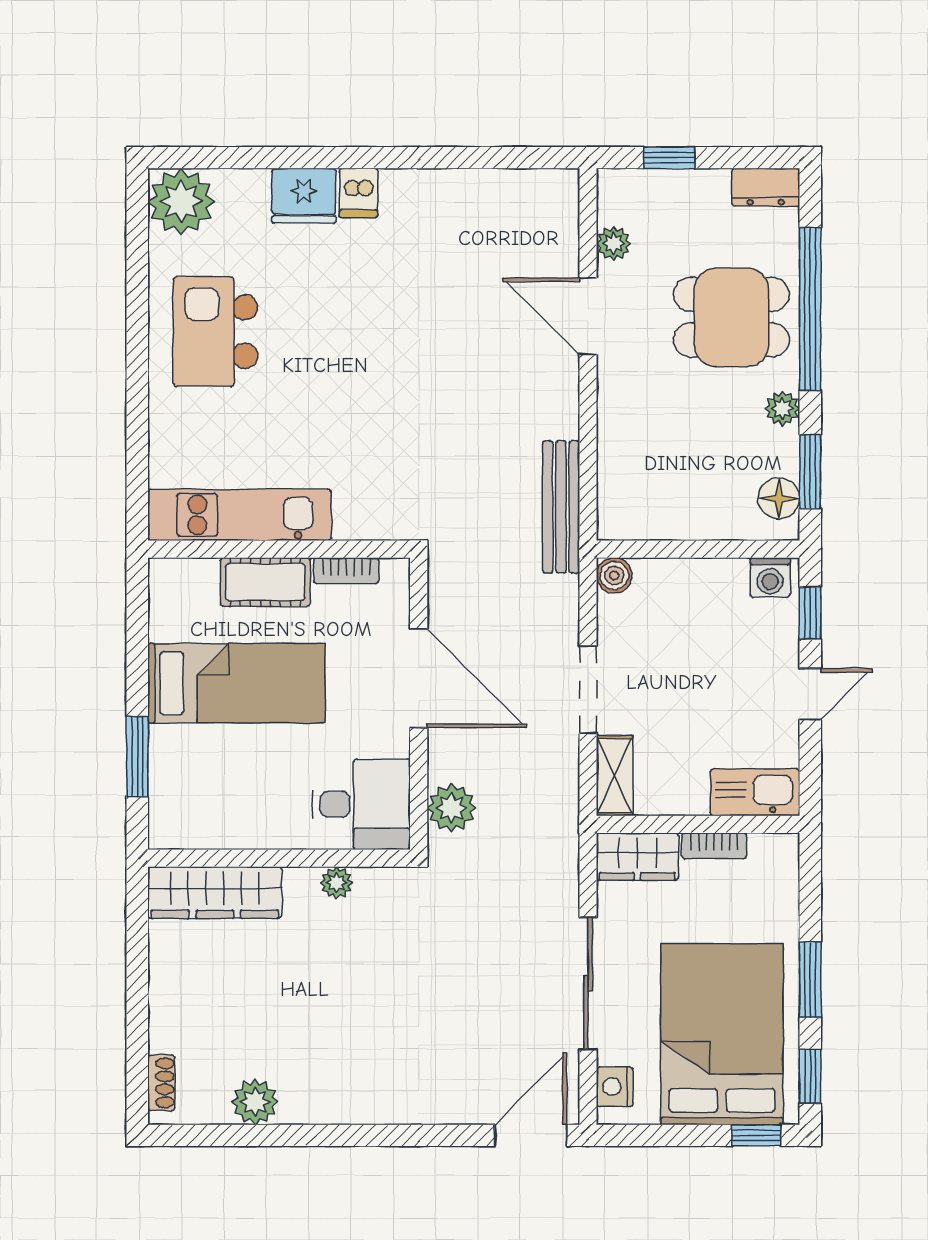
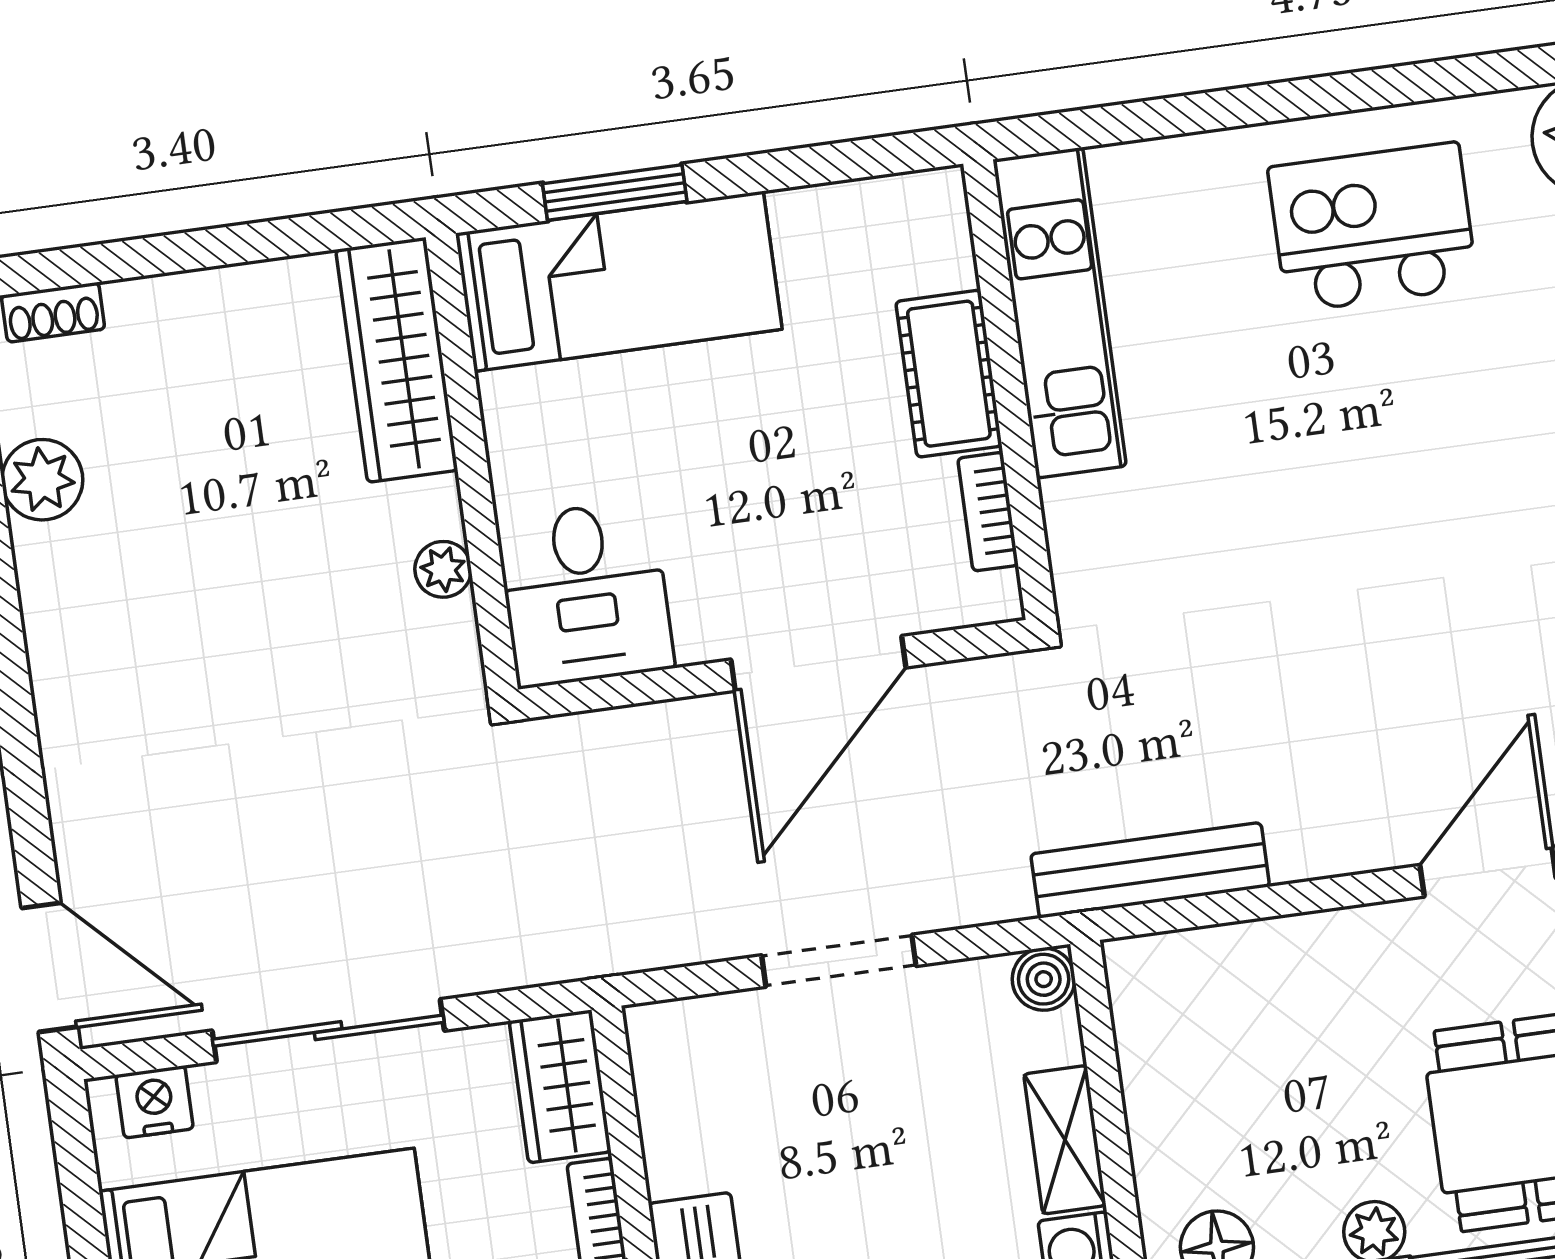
bed: (236, 683) -> (619, 281), moved, turned -90
shelving: (615, 775) -> (1065, 1140), moved, turned 90
plant: (451, 808) -> (600, 751), removed

